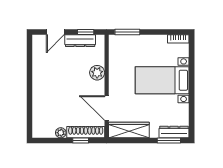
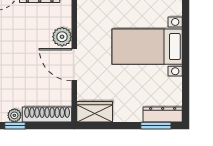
door: (107, 108) -> (74, 65), moved
wardrobe: (129, 130) -> (95, 112), width x0.67
window: (81, 141) -> (15, 126), moved

